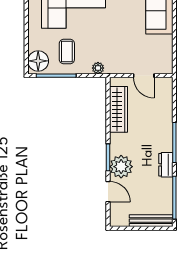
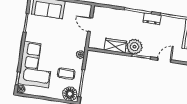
door: (144, 76) -> (90, 25), swing flipped
wardrobe: (118, 109) -> (115, 46), width x0.67
plant: (121, 167) -> (134, 47), moved

